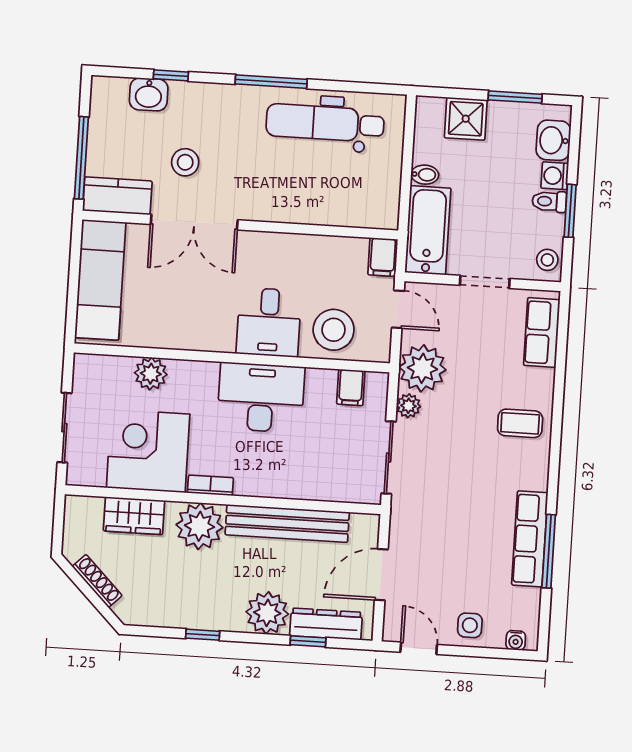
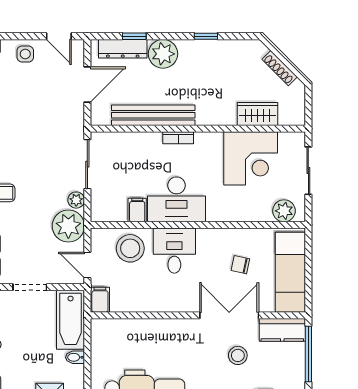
chair: (173, 296) -> (240, 265), added
plant: (151, 374) -> (284, 211), moved
filing cabinet: (351, 387) -> (137, 210), moved
bookcase: (210, 485) -> (178, 138), moved
plant: (199, 526) -> (213, 110), removed

